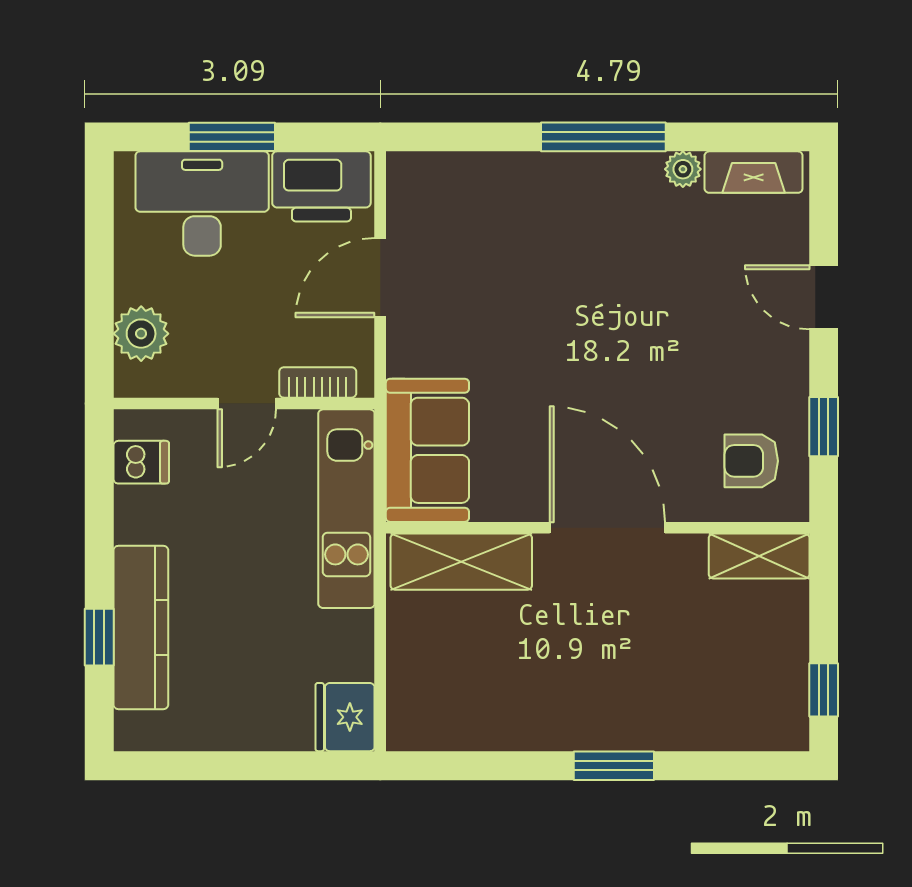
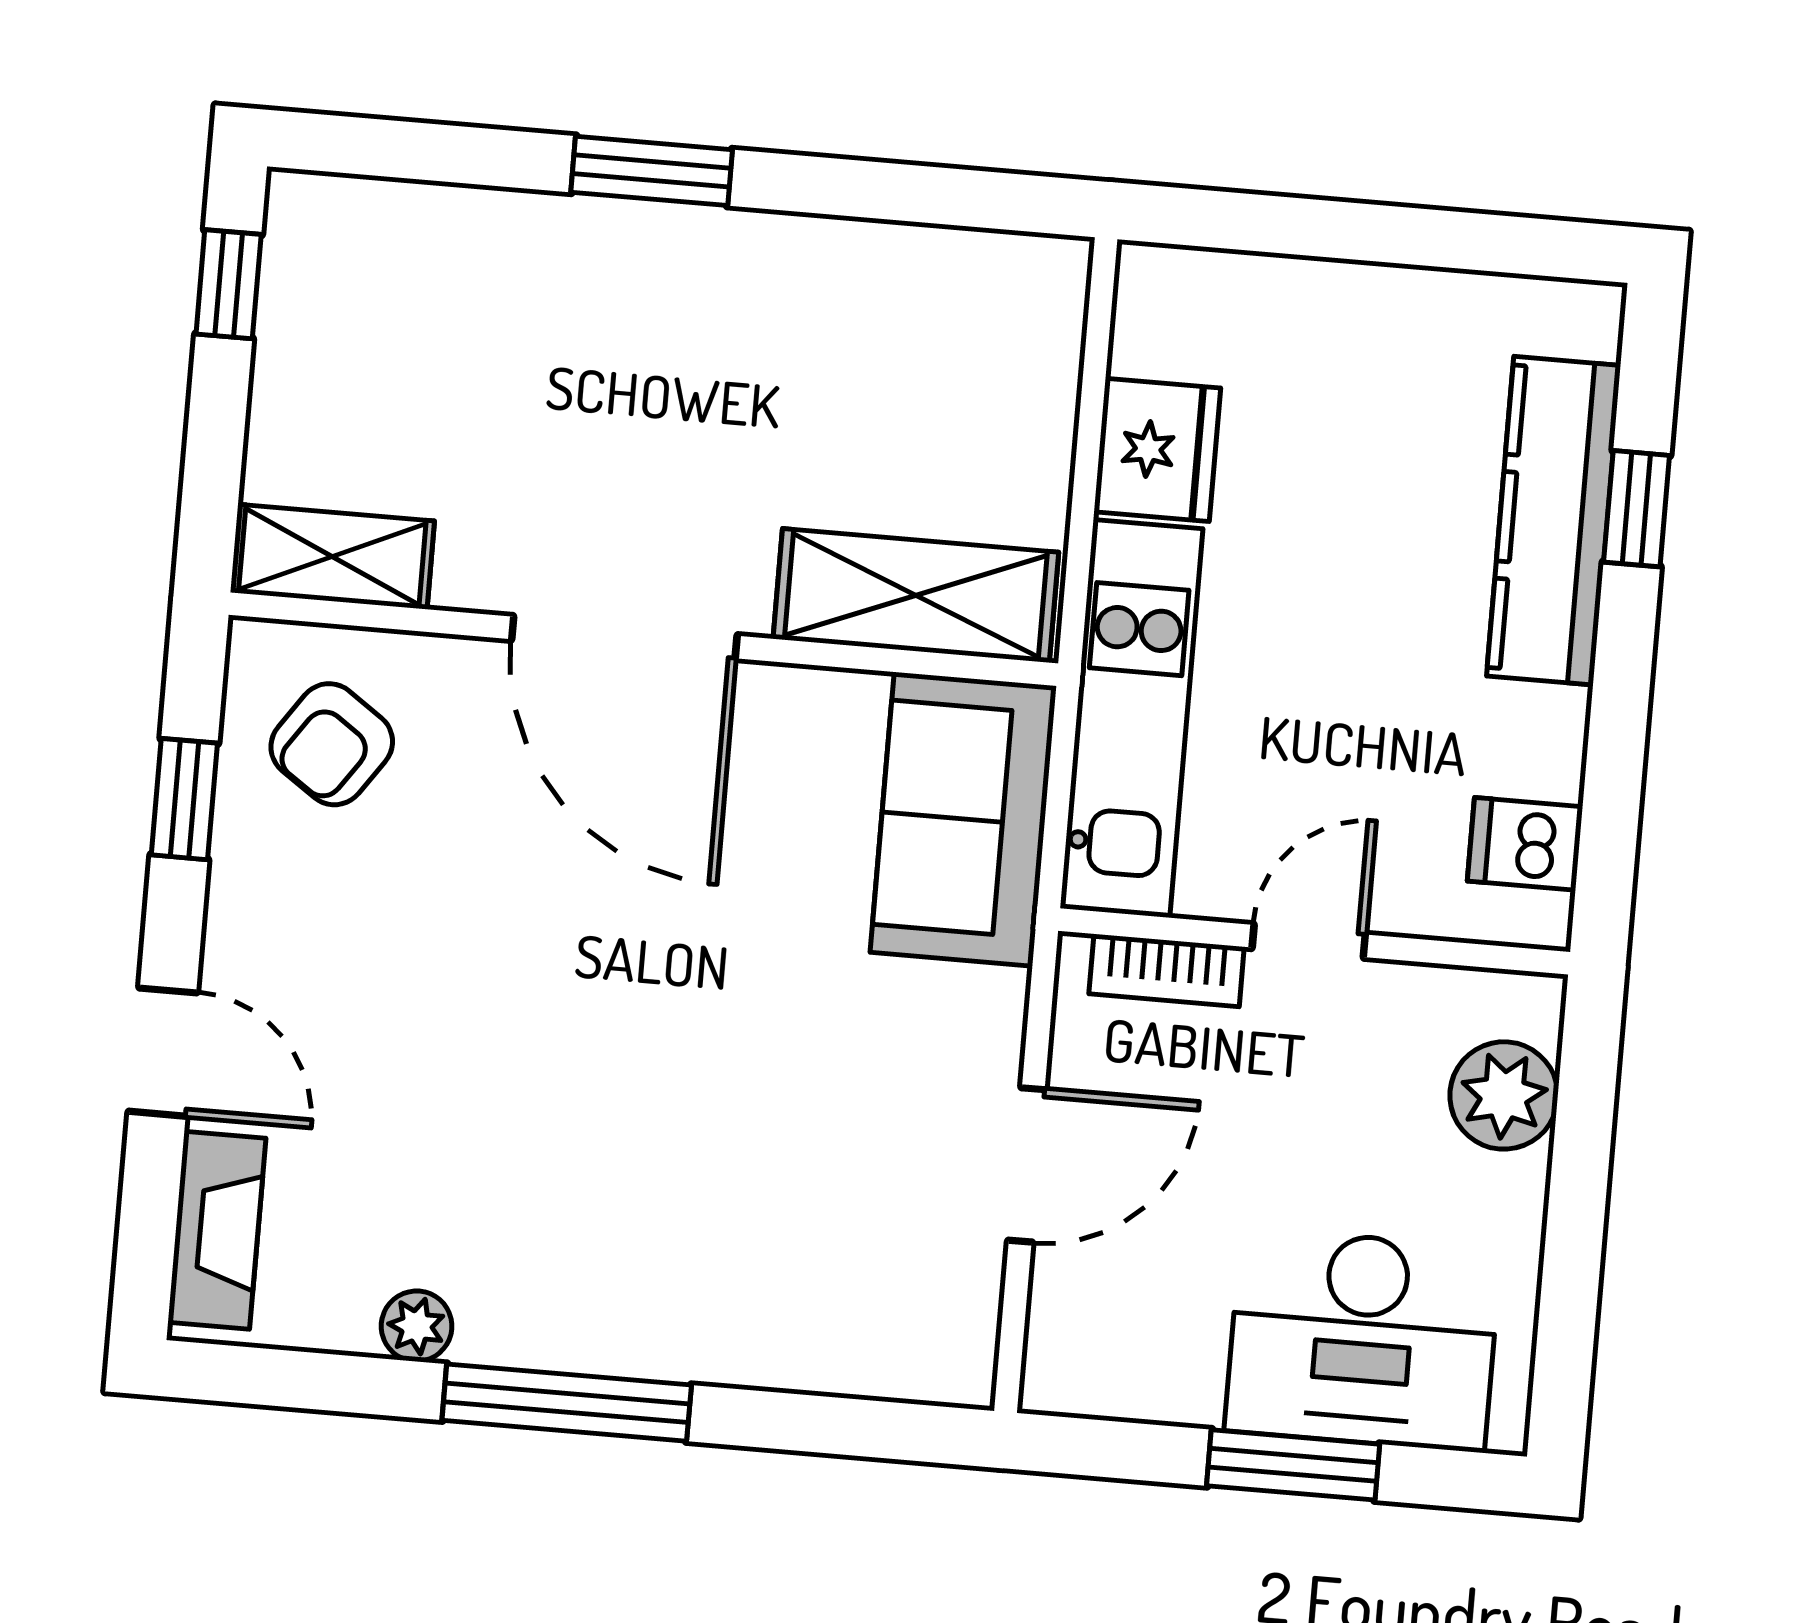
fireplace: (754, 172) -> (217, 1230), moved, turned 90
printer: (321, 186) -> (1126, 1353), removed
armchair: (751, 461) -> (332, 744), turned 125
fridge: (345, 717) -> (1157, 450), moved

